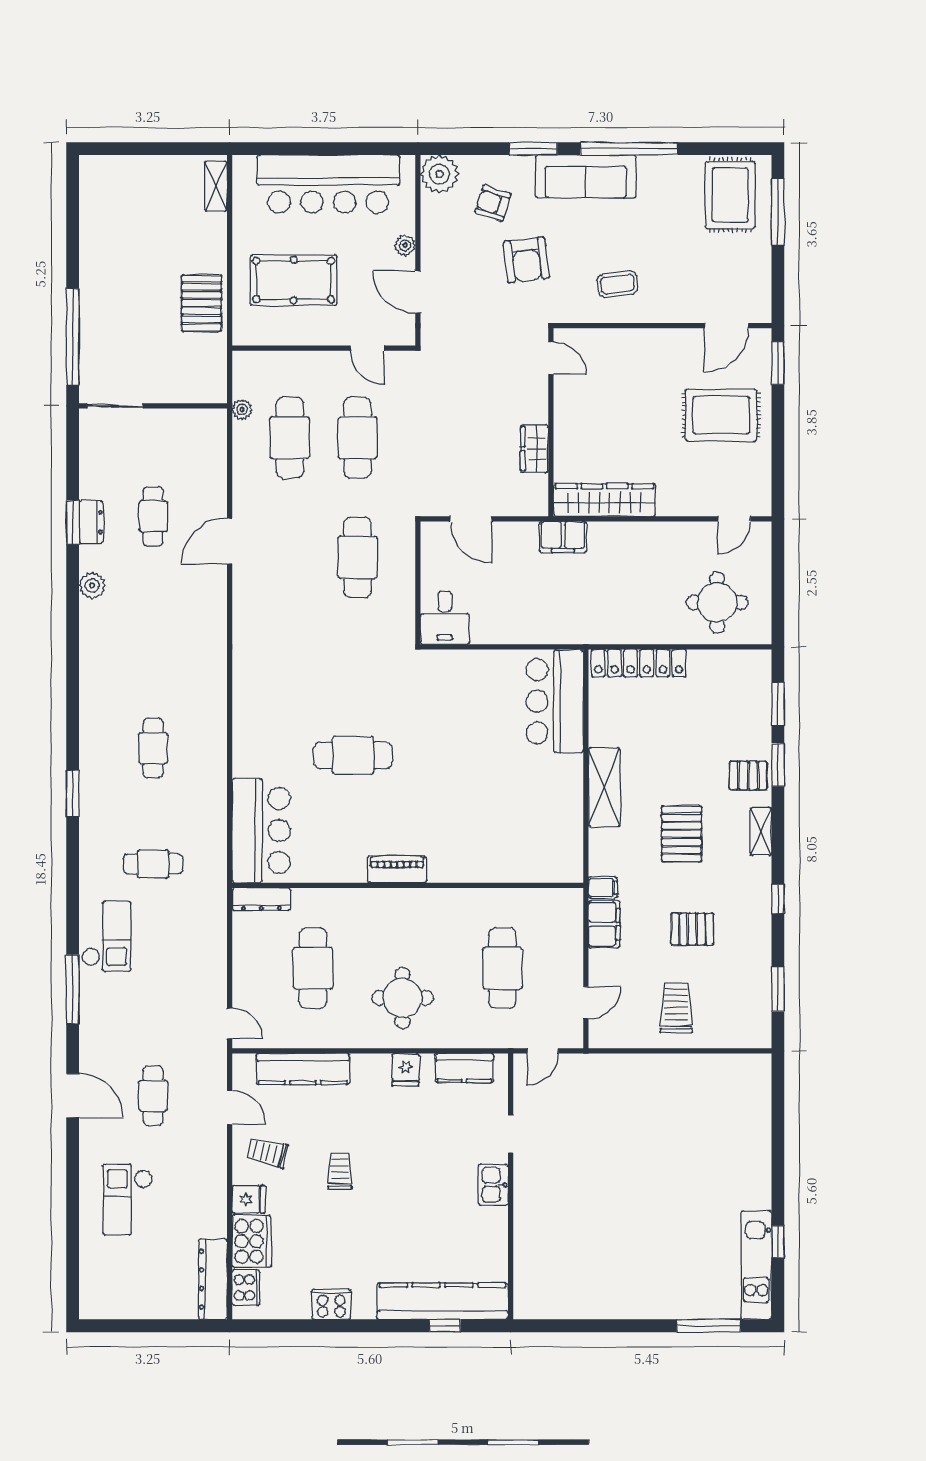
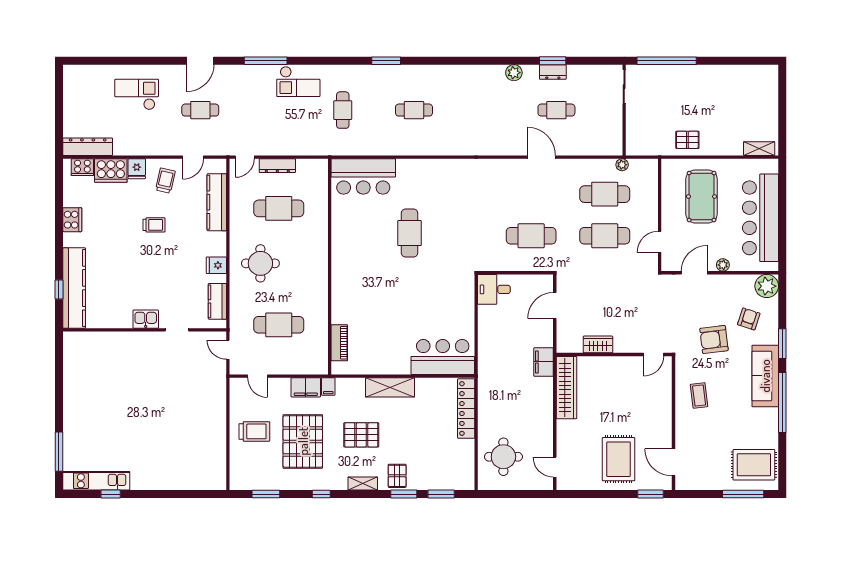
pallet: (201, 303) -> (687, 140), width x0.67, depth x0.71
piano: (397, 870) -> (339, 343), moved
dresser: (261, 899) -> (277, 166), moved, turned -90
pallet: (692, 929) -> (303, 441), width x2.05, depth x2.00

